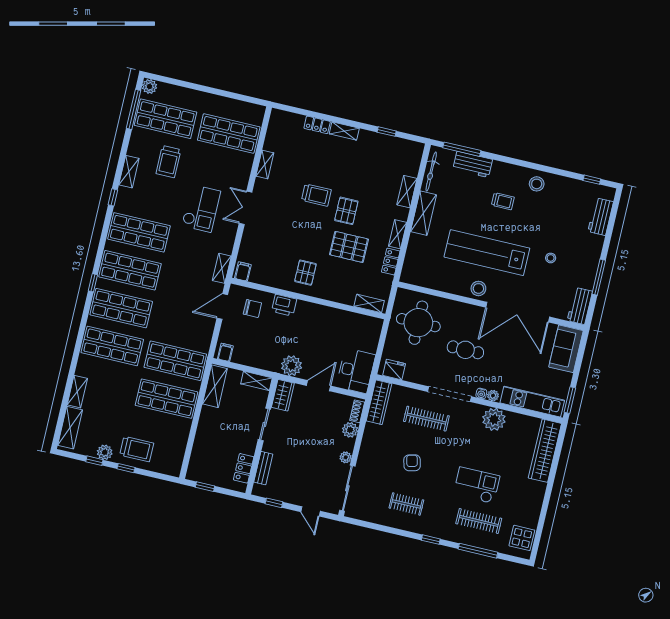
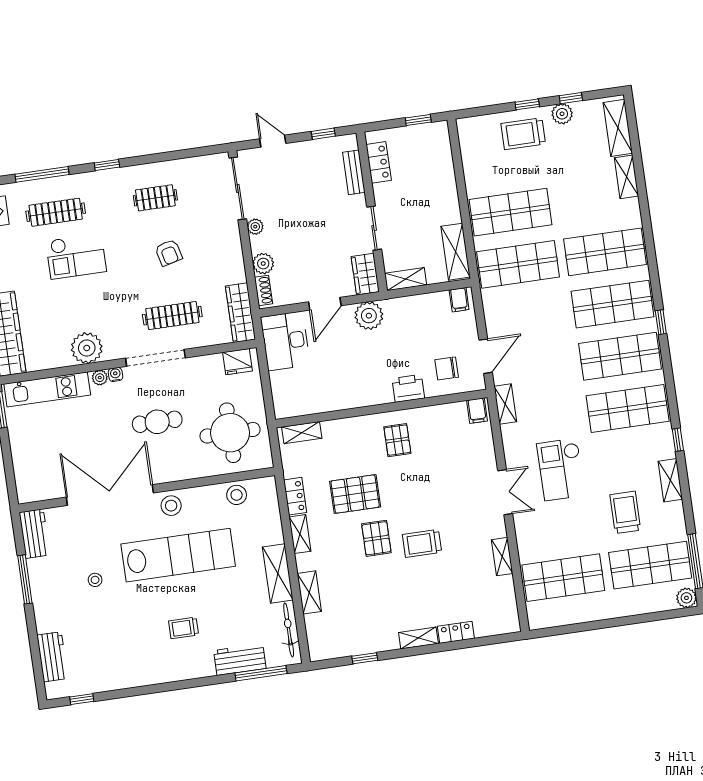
stool: (537, 184) -> (237, 495), moved
sofa: (566, 349) -> (31, 473), removed

